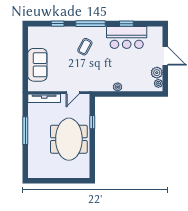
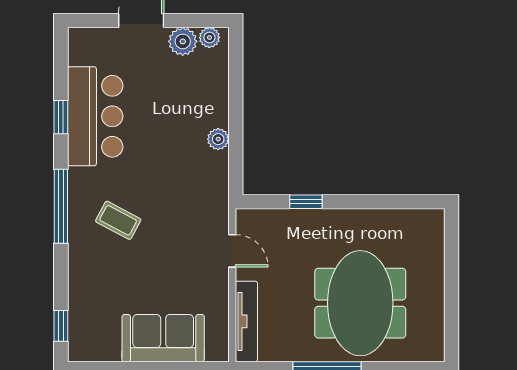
window: (58, 24) -> (61, 326), moved
meeting table: (69, 139) -> (360, 303), moved, turned 90

